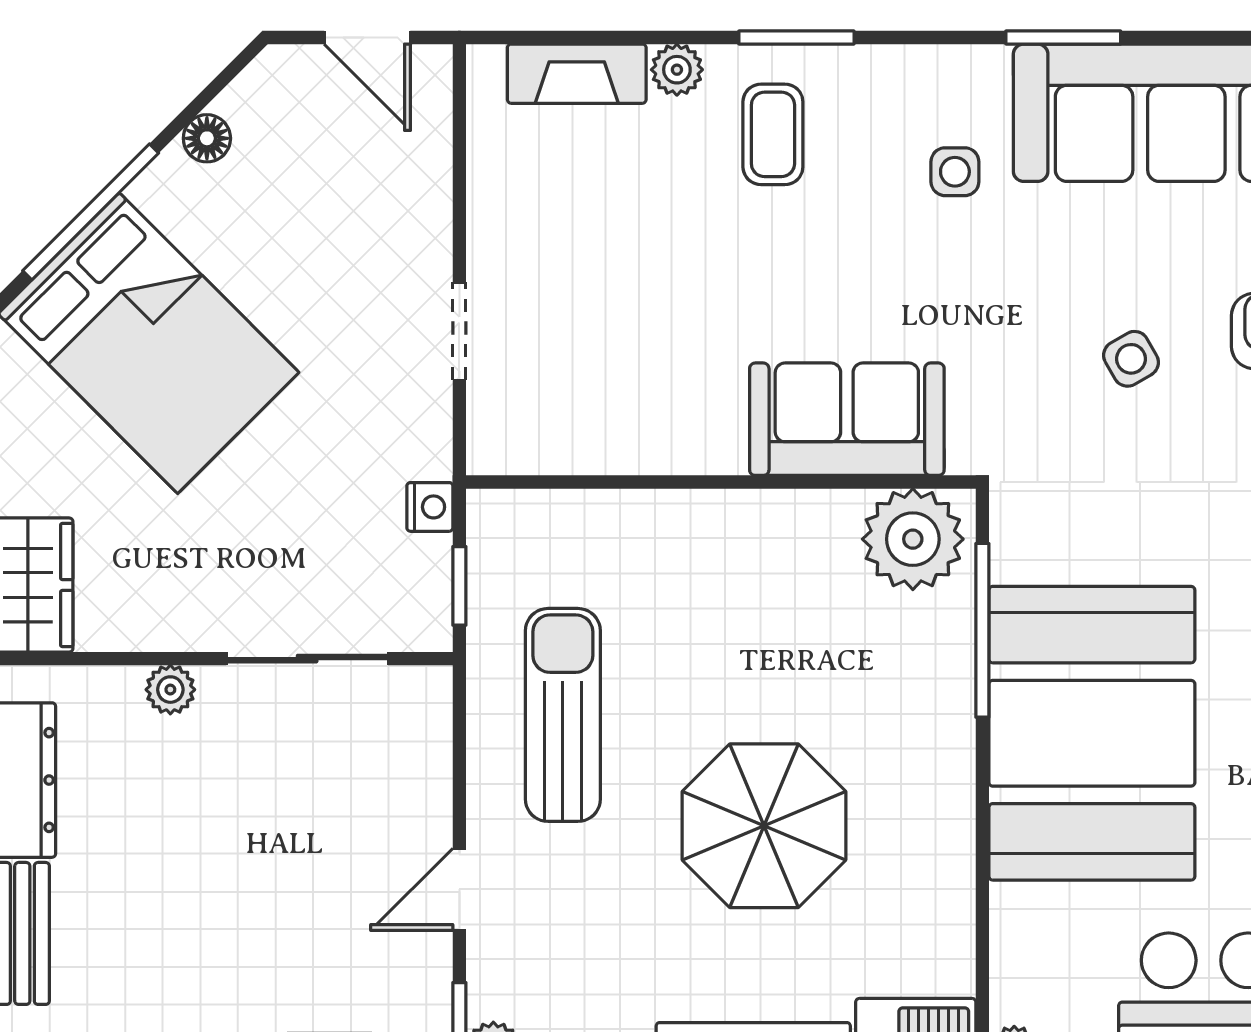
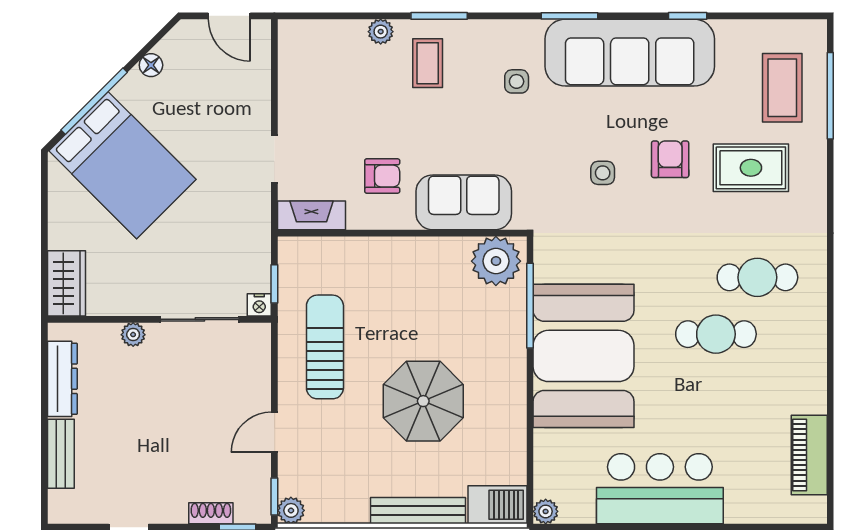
fireplace: (577, 74) -> (311, 215), moved, turned 180
side table: (1131, 359) -> (603, 173), turned 30
armchair: (680, 365) -> (382, 176), added
nightstand: (430, 507) -> (259, 305), moved, turned 90

